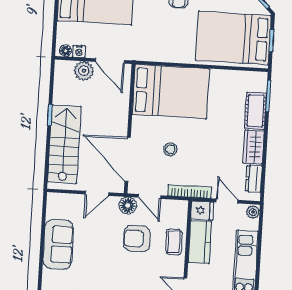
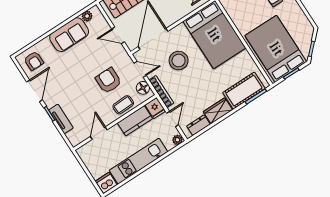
cot: (256, 111) -> (244, 91), width x1.37, depth x1.34
stool: (170, 149) -> (179, 61), width x1.89, depth x1.89
door: (150, 196) -> (140, 69), swing flipped
floor lamp: (128, 205) -> (143, 88), moved
plant: (53, 211) -> (87, 16), added

